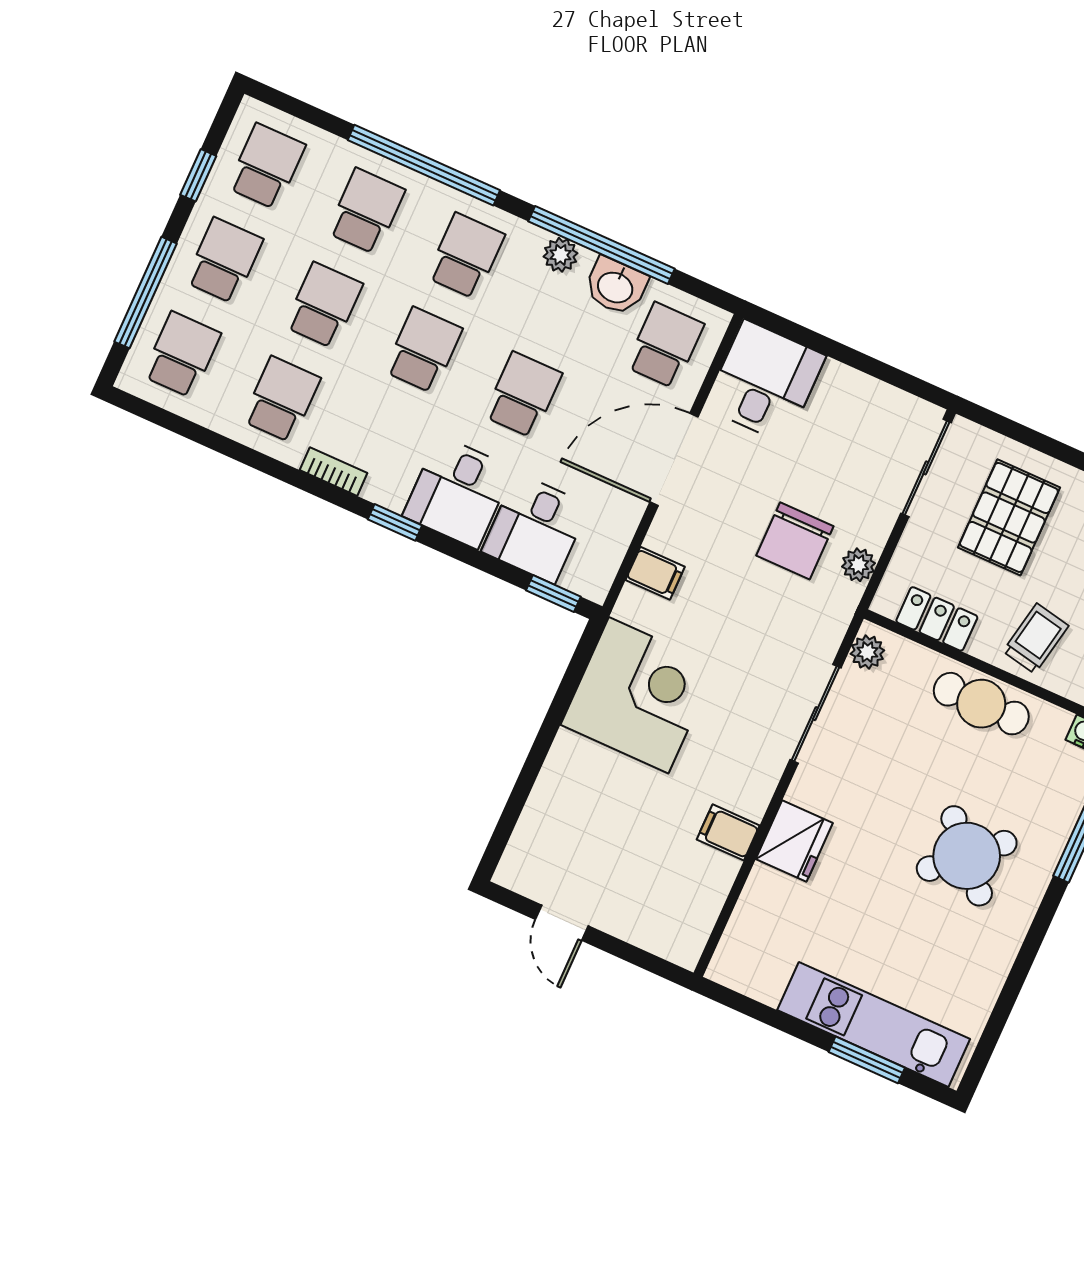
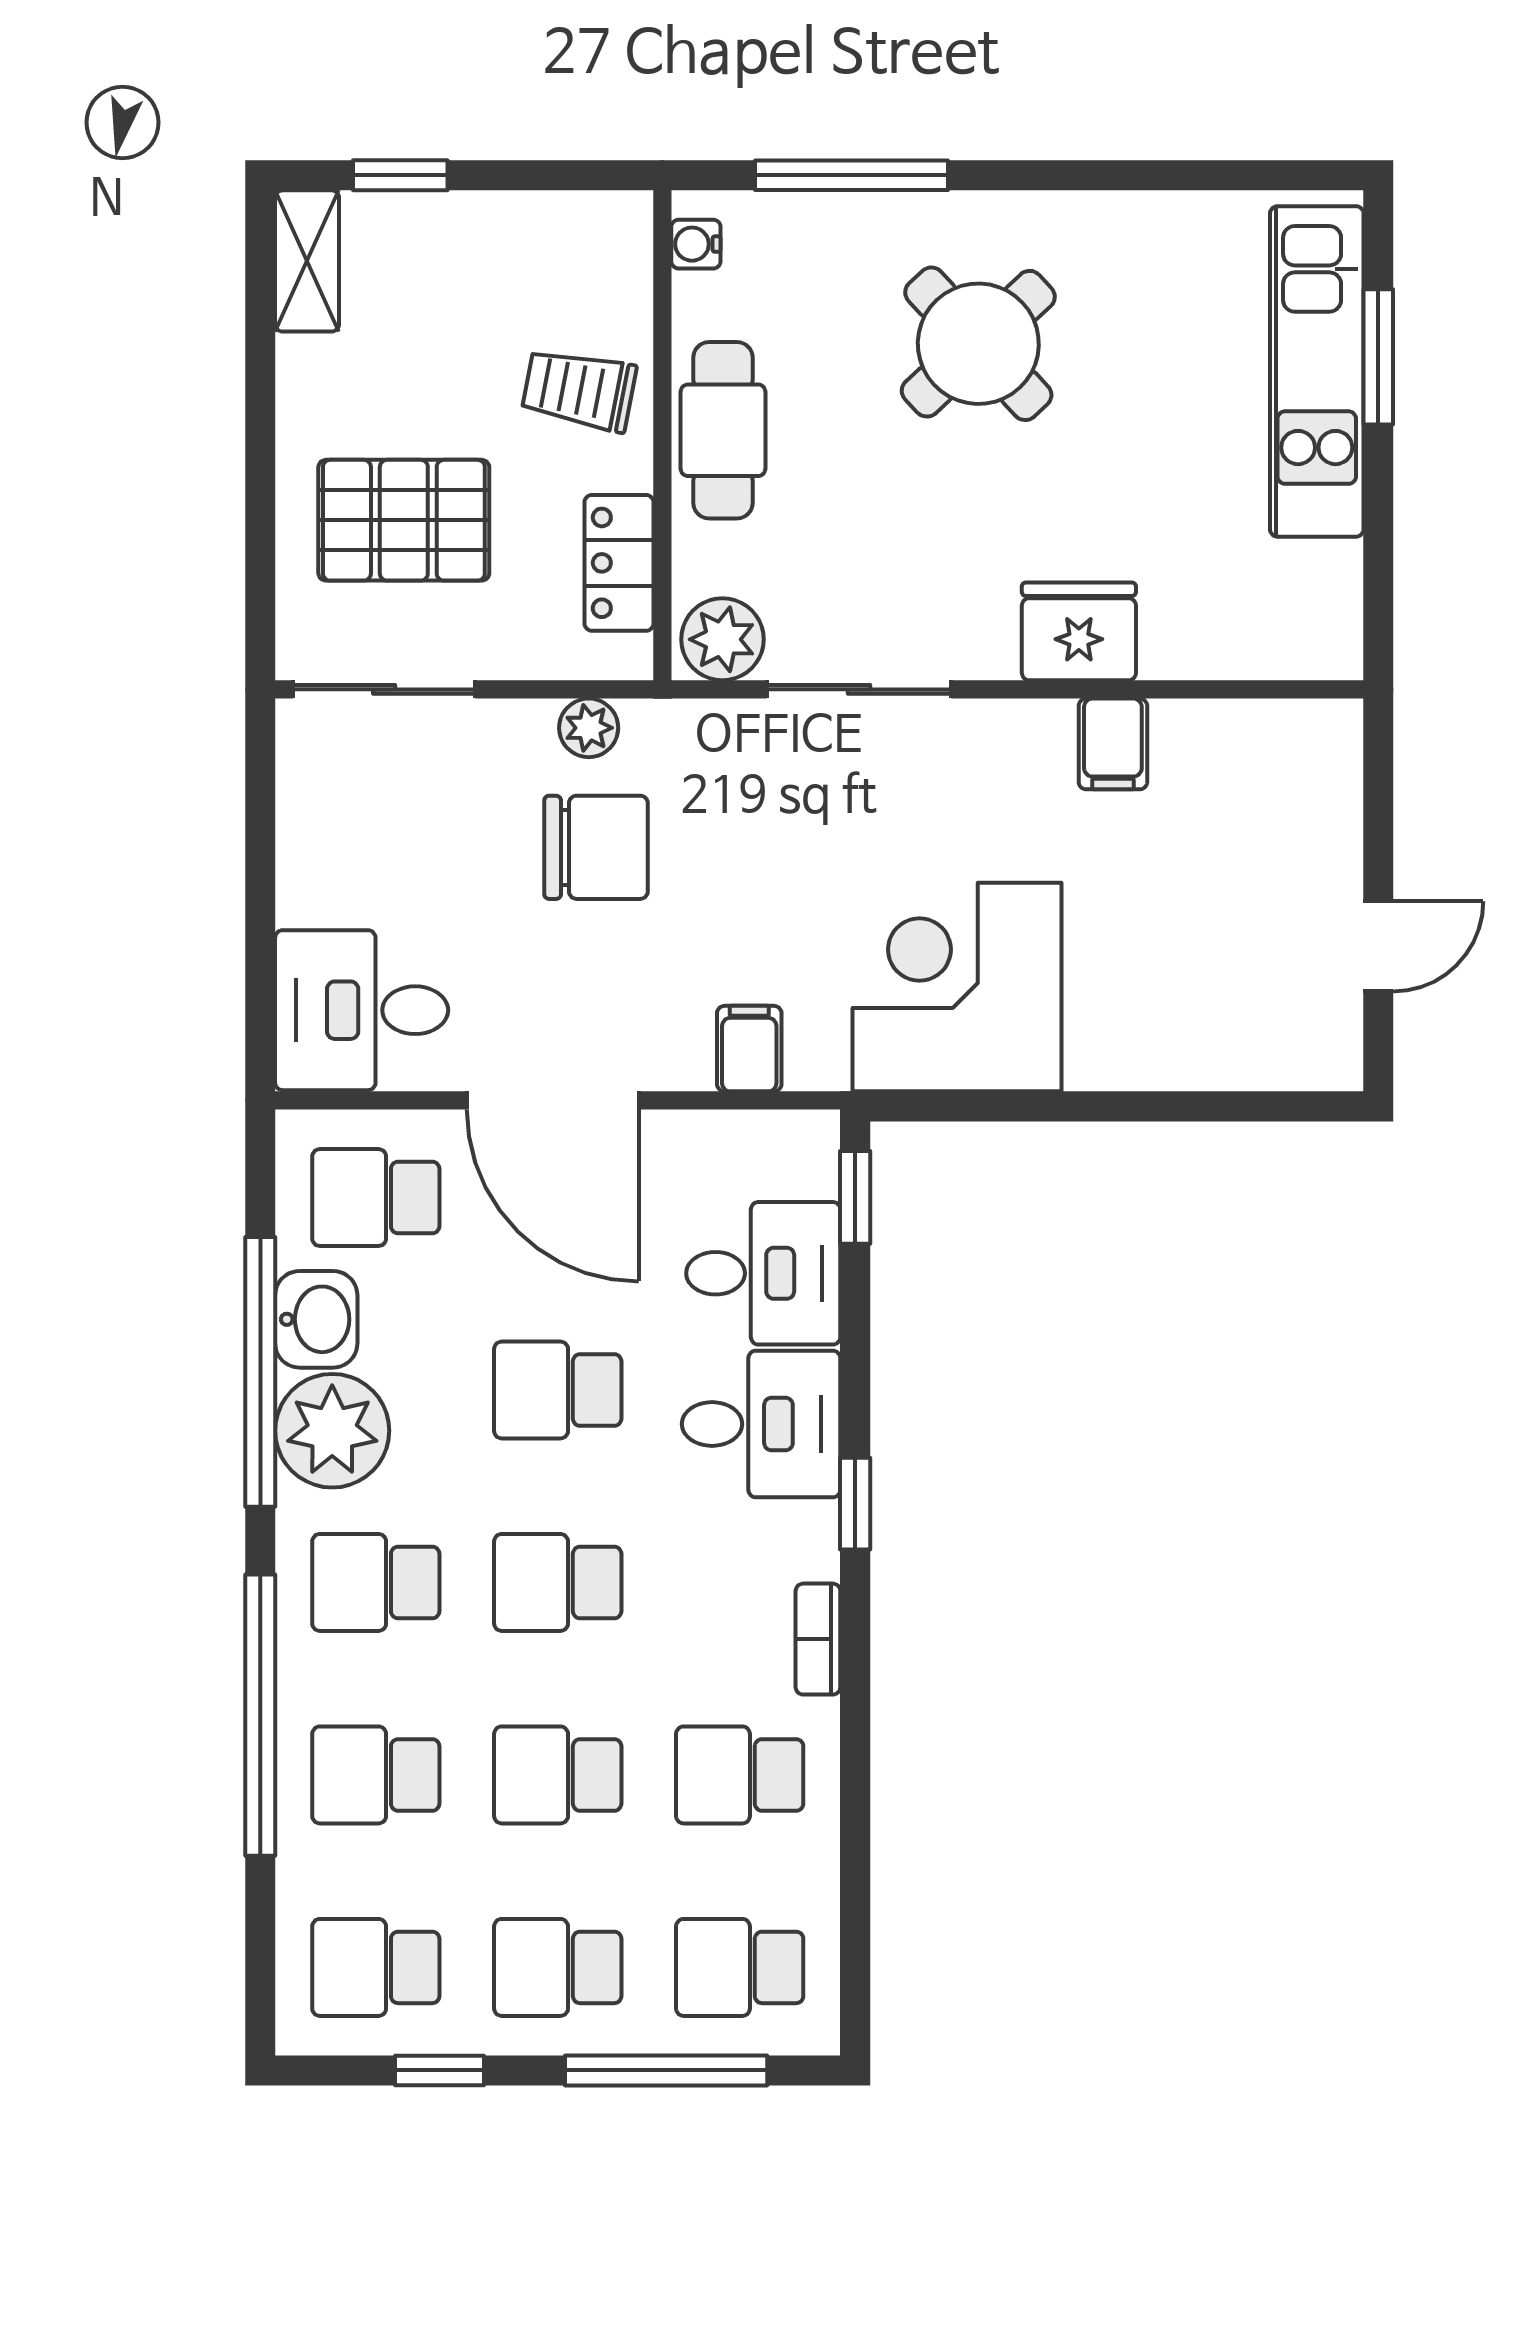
plant: (560, 255) -> (332, 1431), width x1.88, depth x1.88
plant: (867, 652) -> (722, 639), width x1.38, depth x1.38

